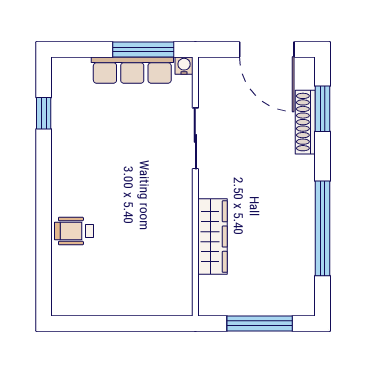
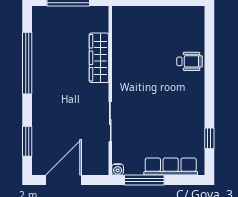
door: (267, 49) -> (64, 180), hinge flipped
row of seats: (132, 70) -> (171, 167), moved
shoe rack: (305, 122) -> (38, 133), removed

